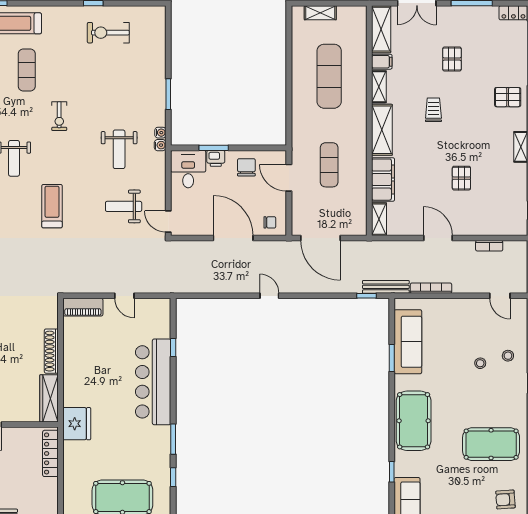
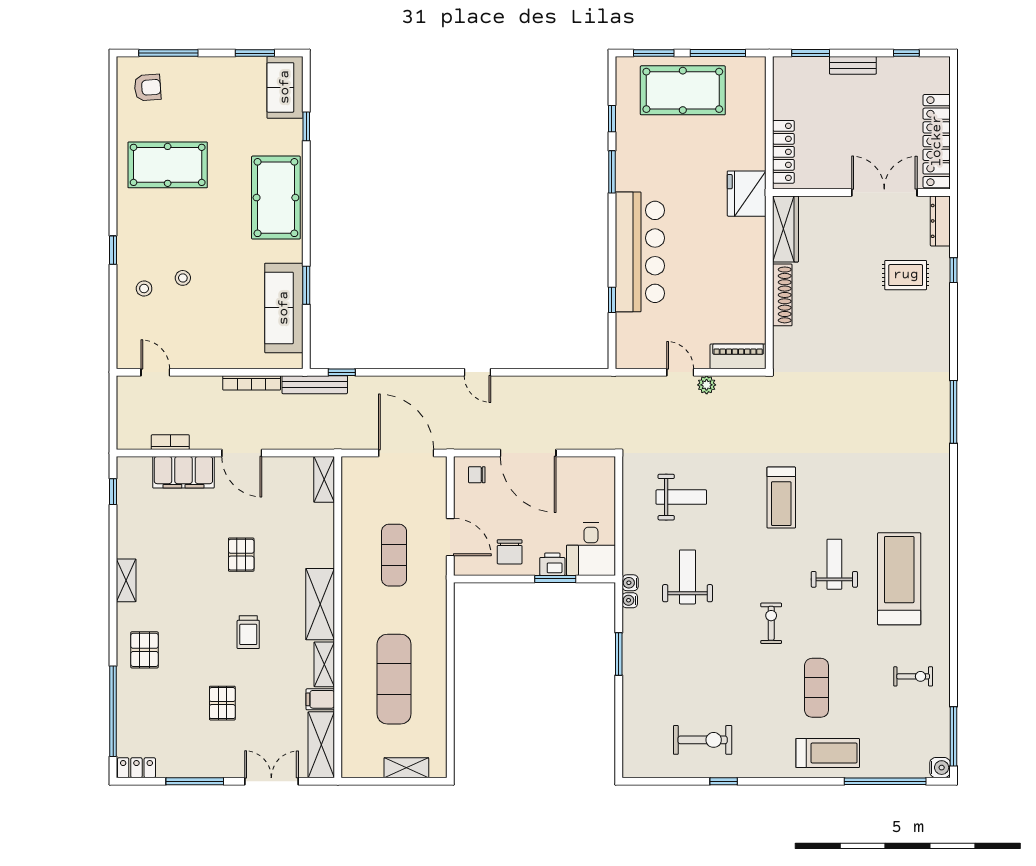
pallet: (508, 97) -> (144, 650), turned 90
pallet: (461, 178) -> (241, 555), moved
filing cabinet: (383, 180) -> (183, 472), moved, turned -90
door: (168, 222) -> (619, 476), removed
plant: (105, 287) -> (707, 385), added

